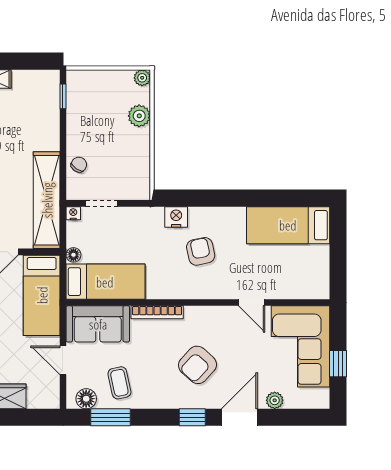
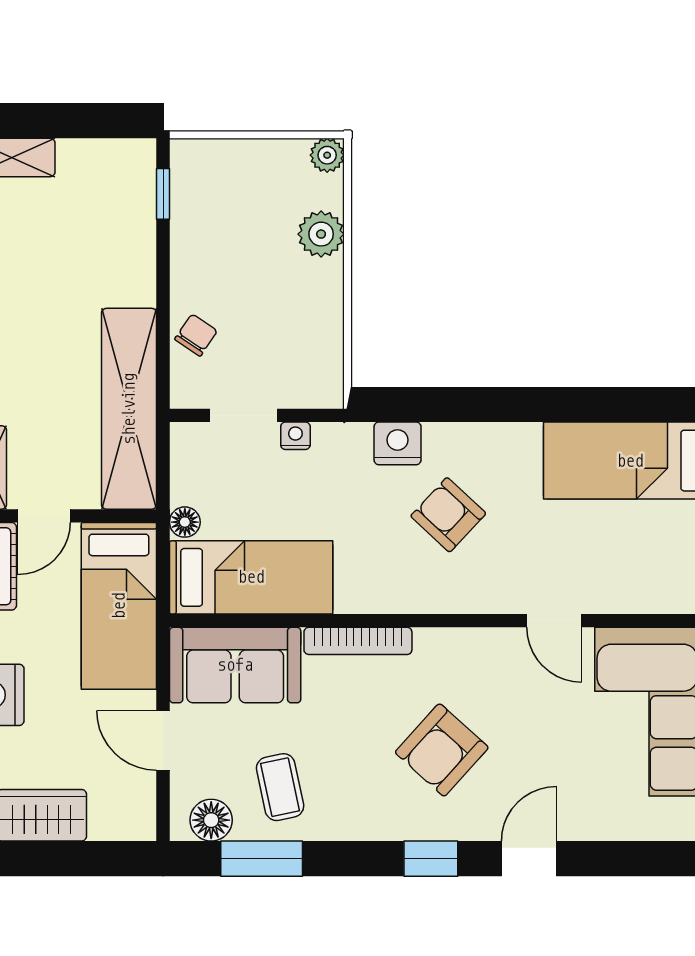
nightstand: (73, 213) -> (295, 436), moved
armchair: (201, 251) -> (448, 515), turned -35
plant: (275, 400) -> (602, 823), removed
door: (240, 417) -> (529, 859), width x0.73

